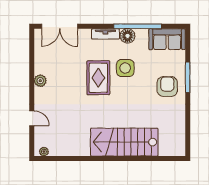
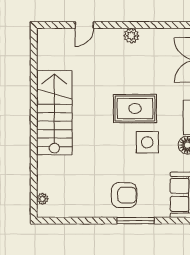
stairs: (124, 142) -> (54, 113), moved
plant: (44, 152) -> (43, 199), moved

